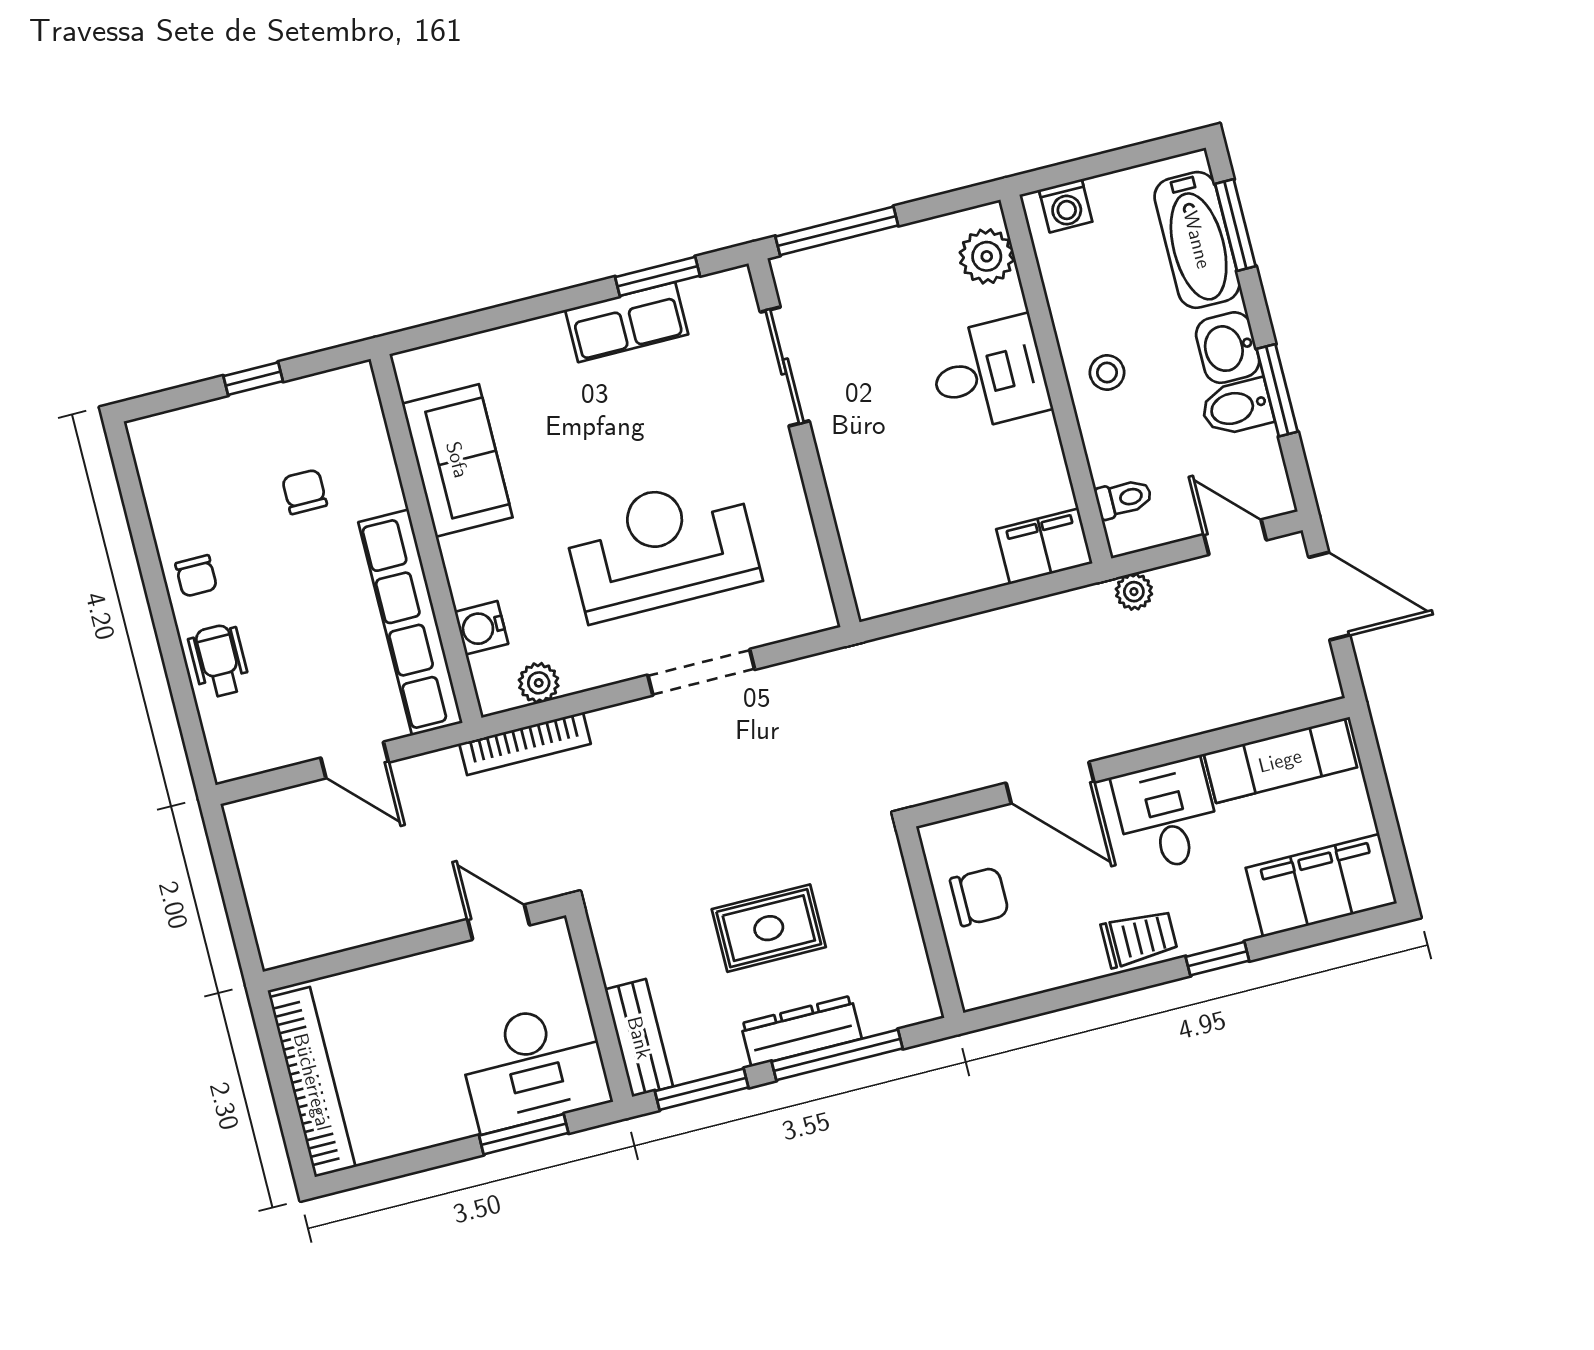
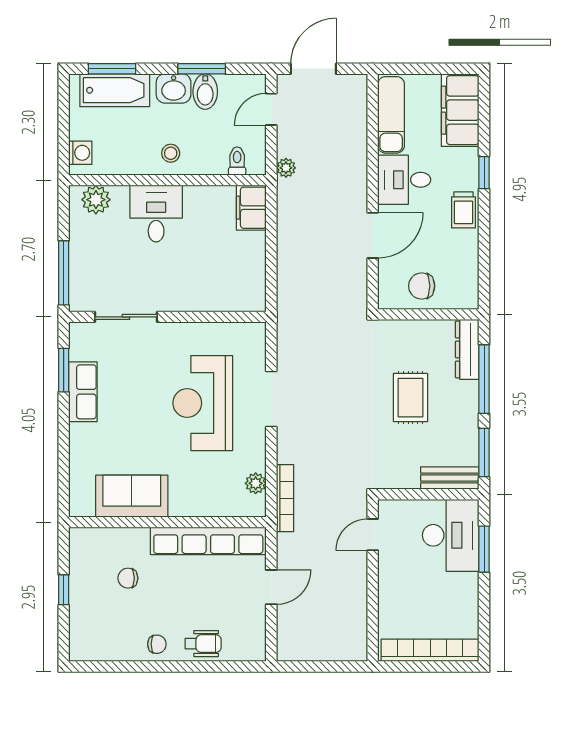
water cooler: (481, 628) -> (220, 505), removed
wheelchair: (219, 661) -> (203, 644), turned 180
chair: (979, 897) -> (422, 286), turned -90
trolley: (1139, 938) -> (463, 210), turned 180
dresser: (801, 1031) -> (467, 349), moved

